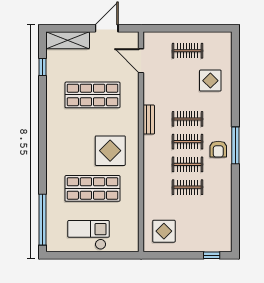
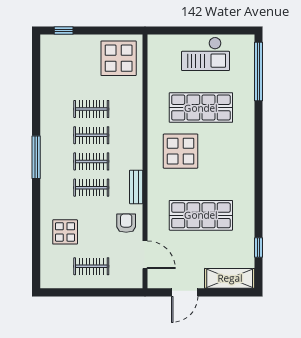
armchair: (218, 149) -> (126, 223), moved
display table: (164, 231) -> (119, 58), width x1.36, depth x1.36

